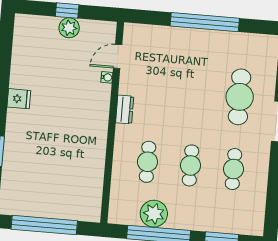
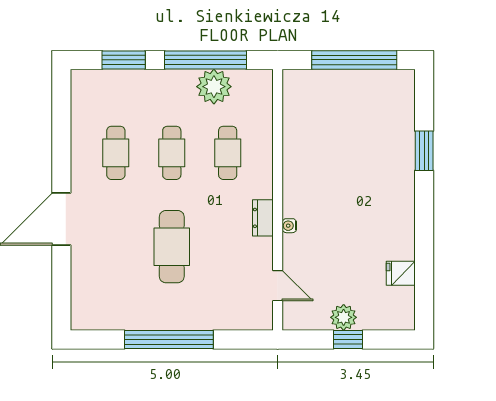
door: (118, 56) -> (278, 286), hinge flipped
water cooler: (107, 77) -> (289, 226), moved
cafe table: (240, 97) -> (172, 247), moved
fridge: (19, 99) -> (401, 273), moved

